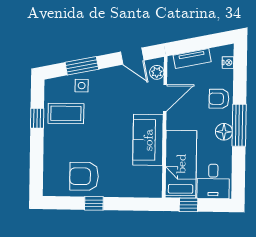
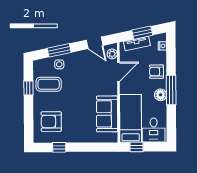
window: (200, 43) -> (142, 33), added
sofa: (148, 140) -> (107, 114), moved
armchair: (84, 176) -> (51, 122), moved
window: (94, 203) -> (59, 147), moved

